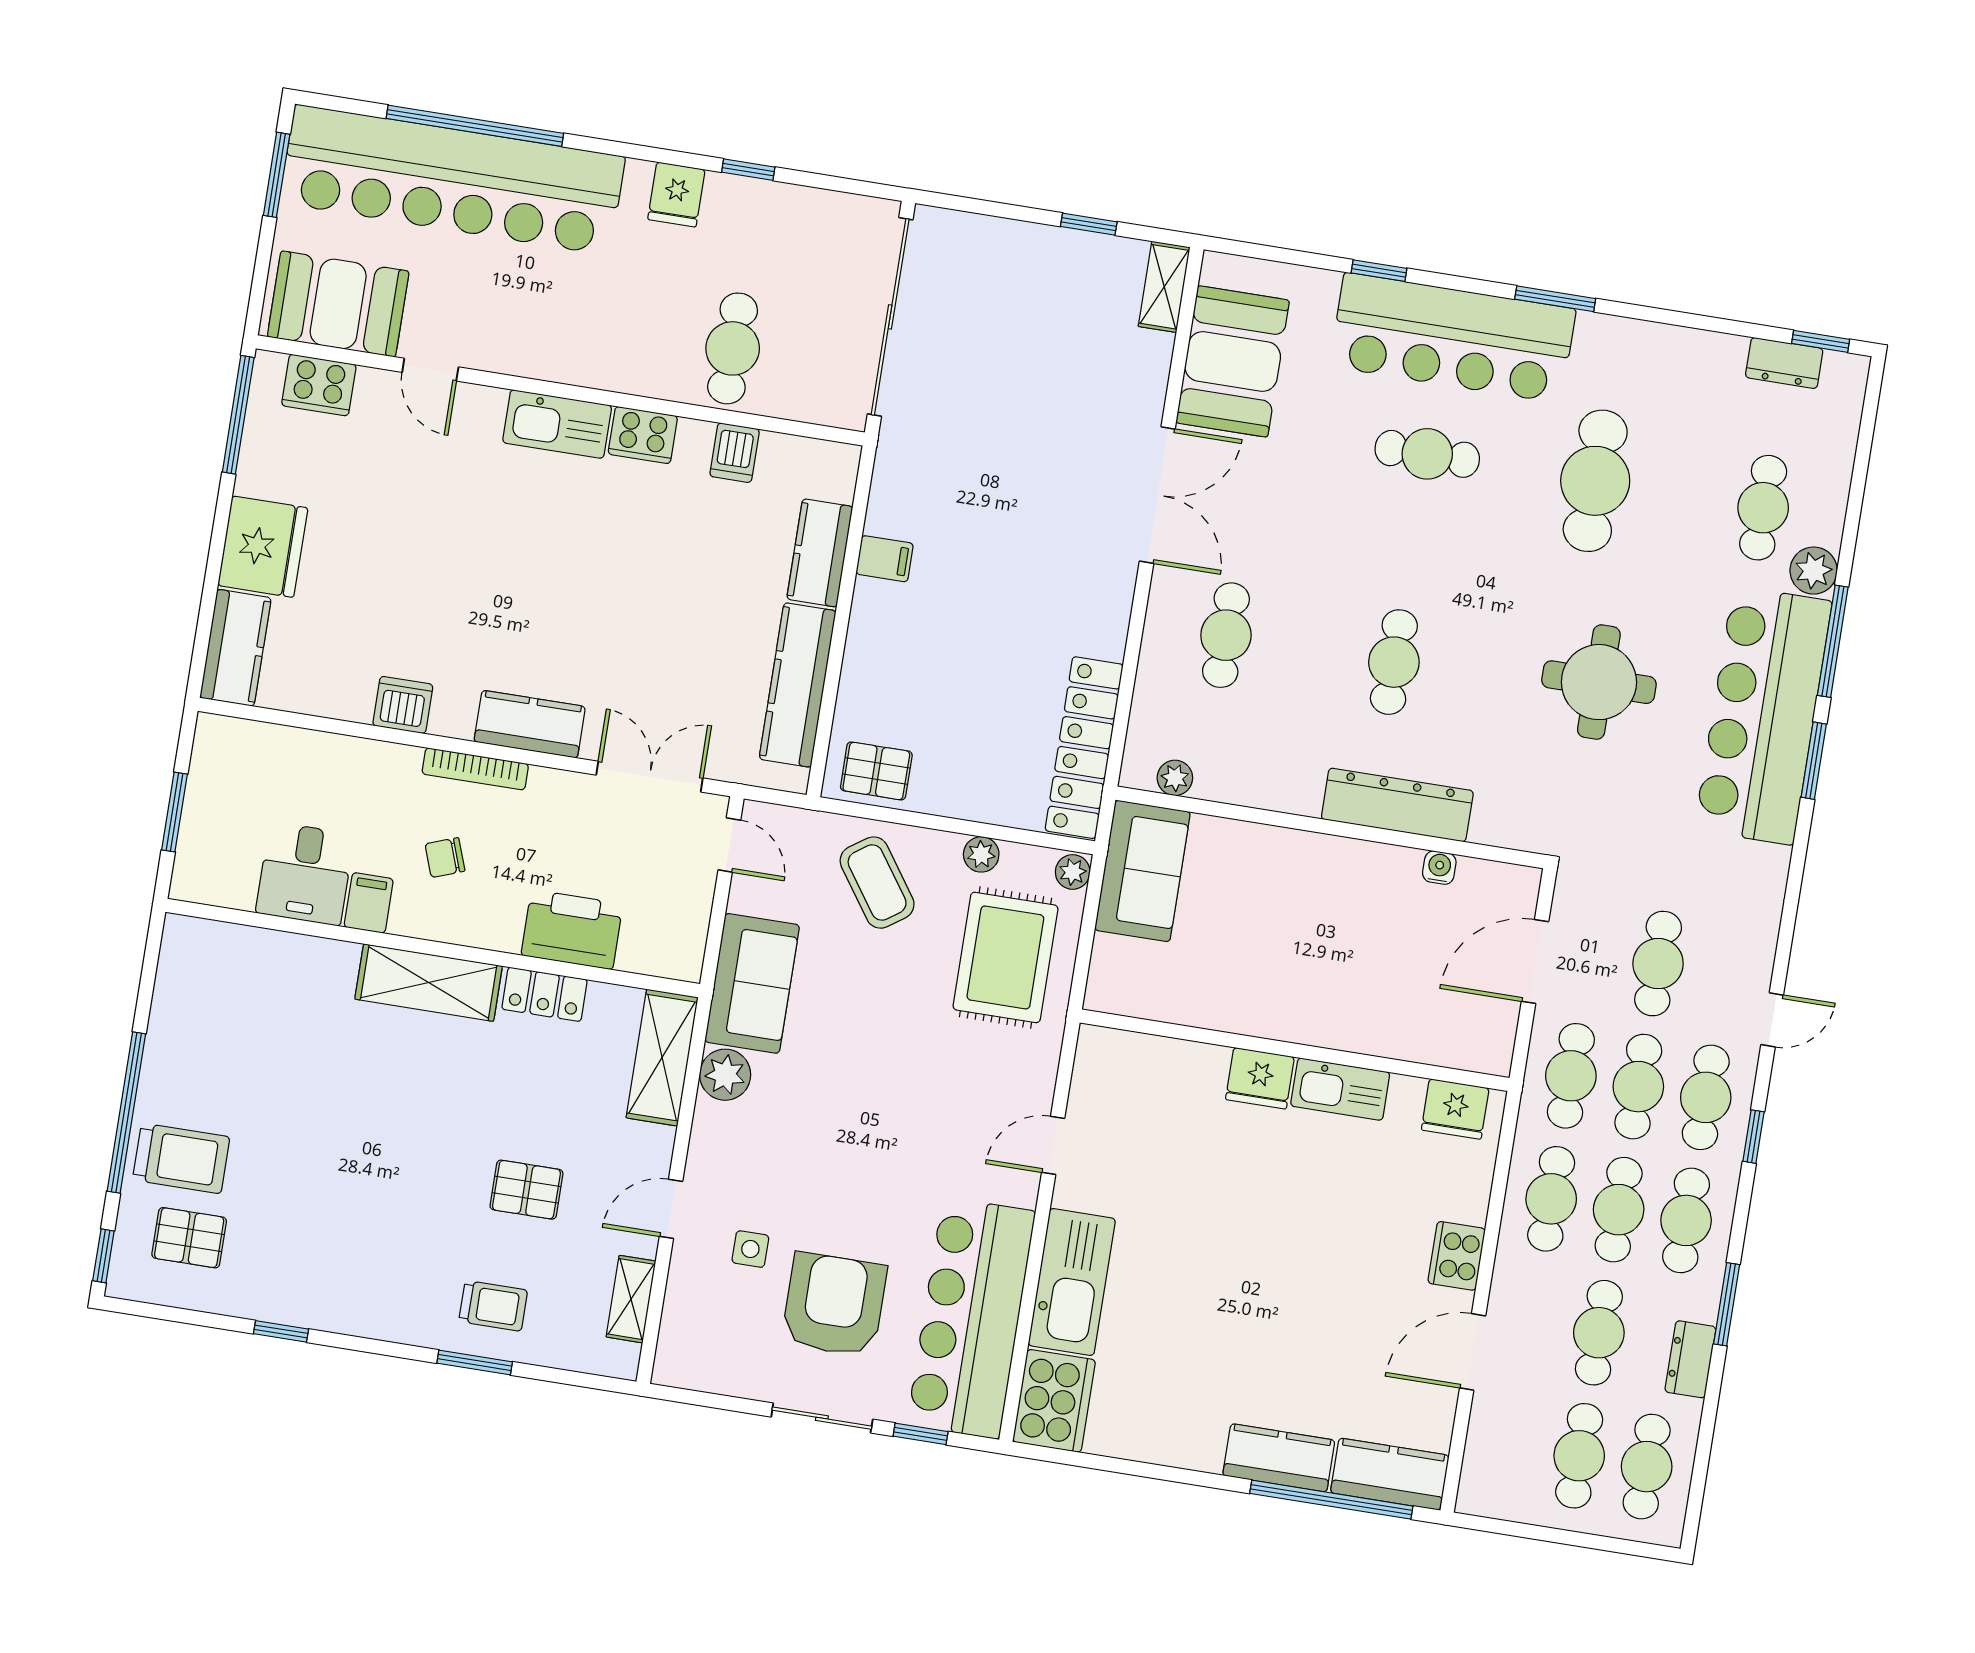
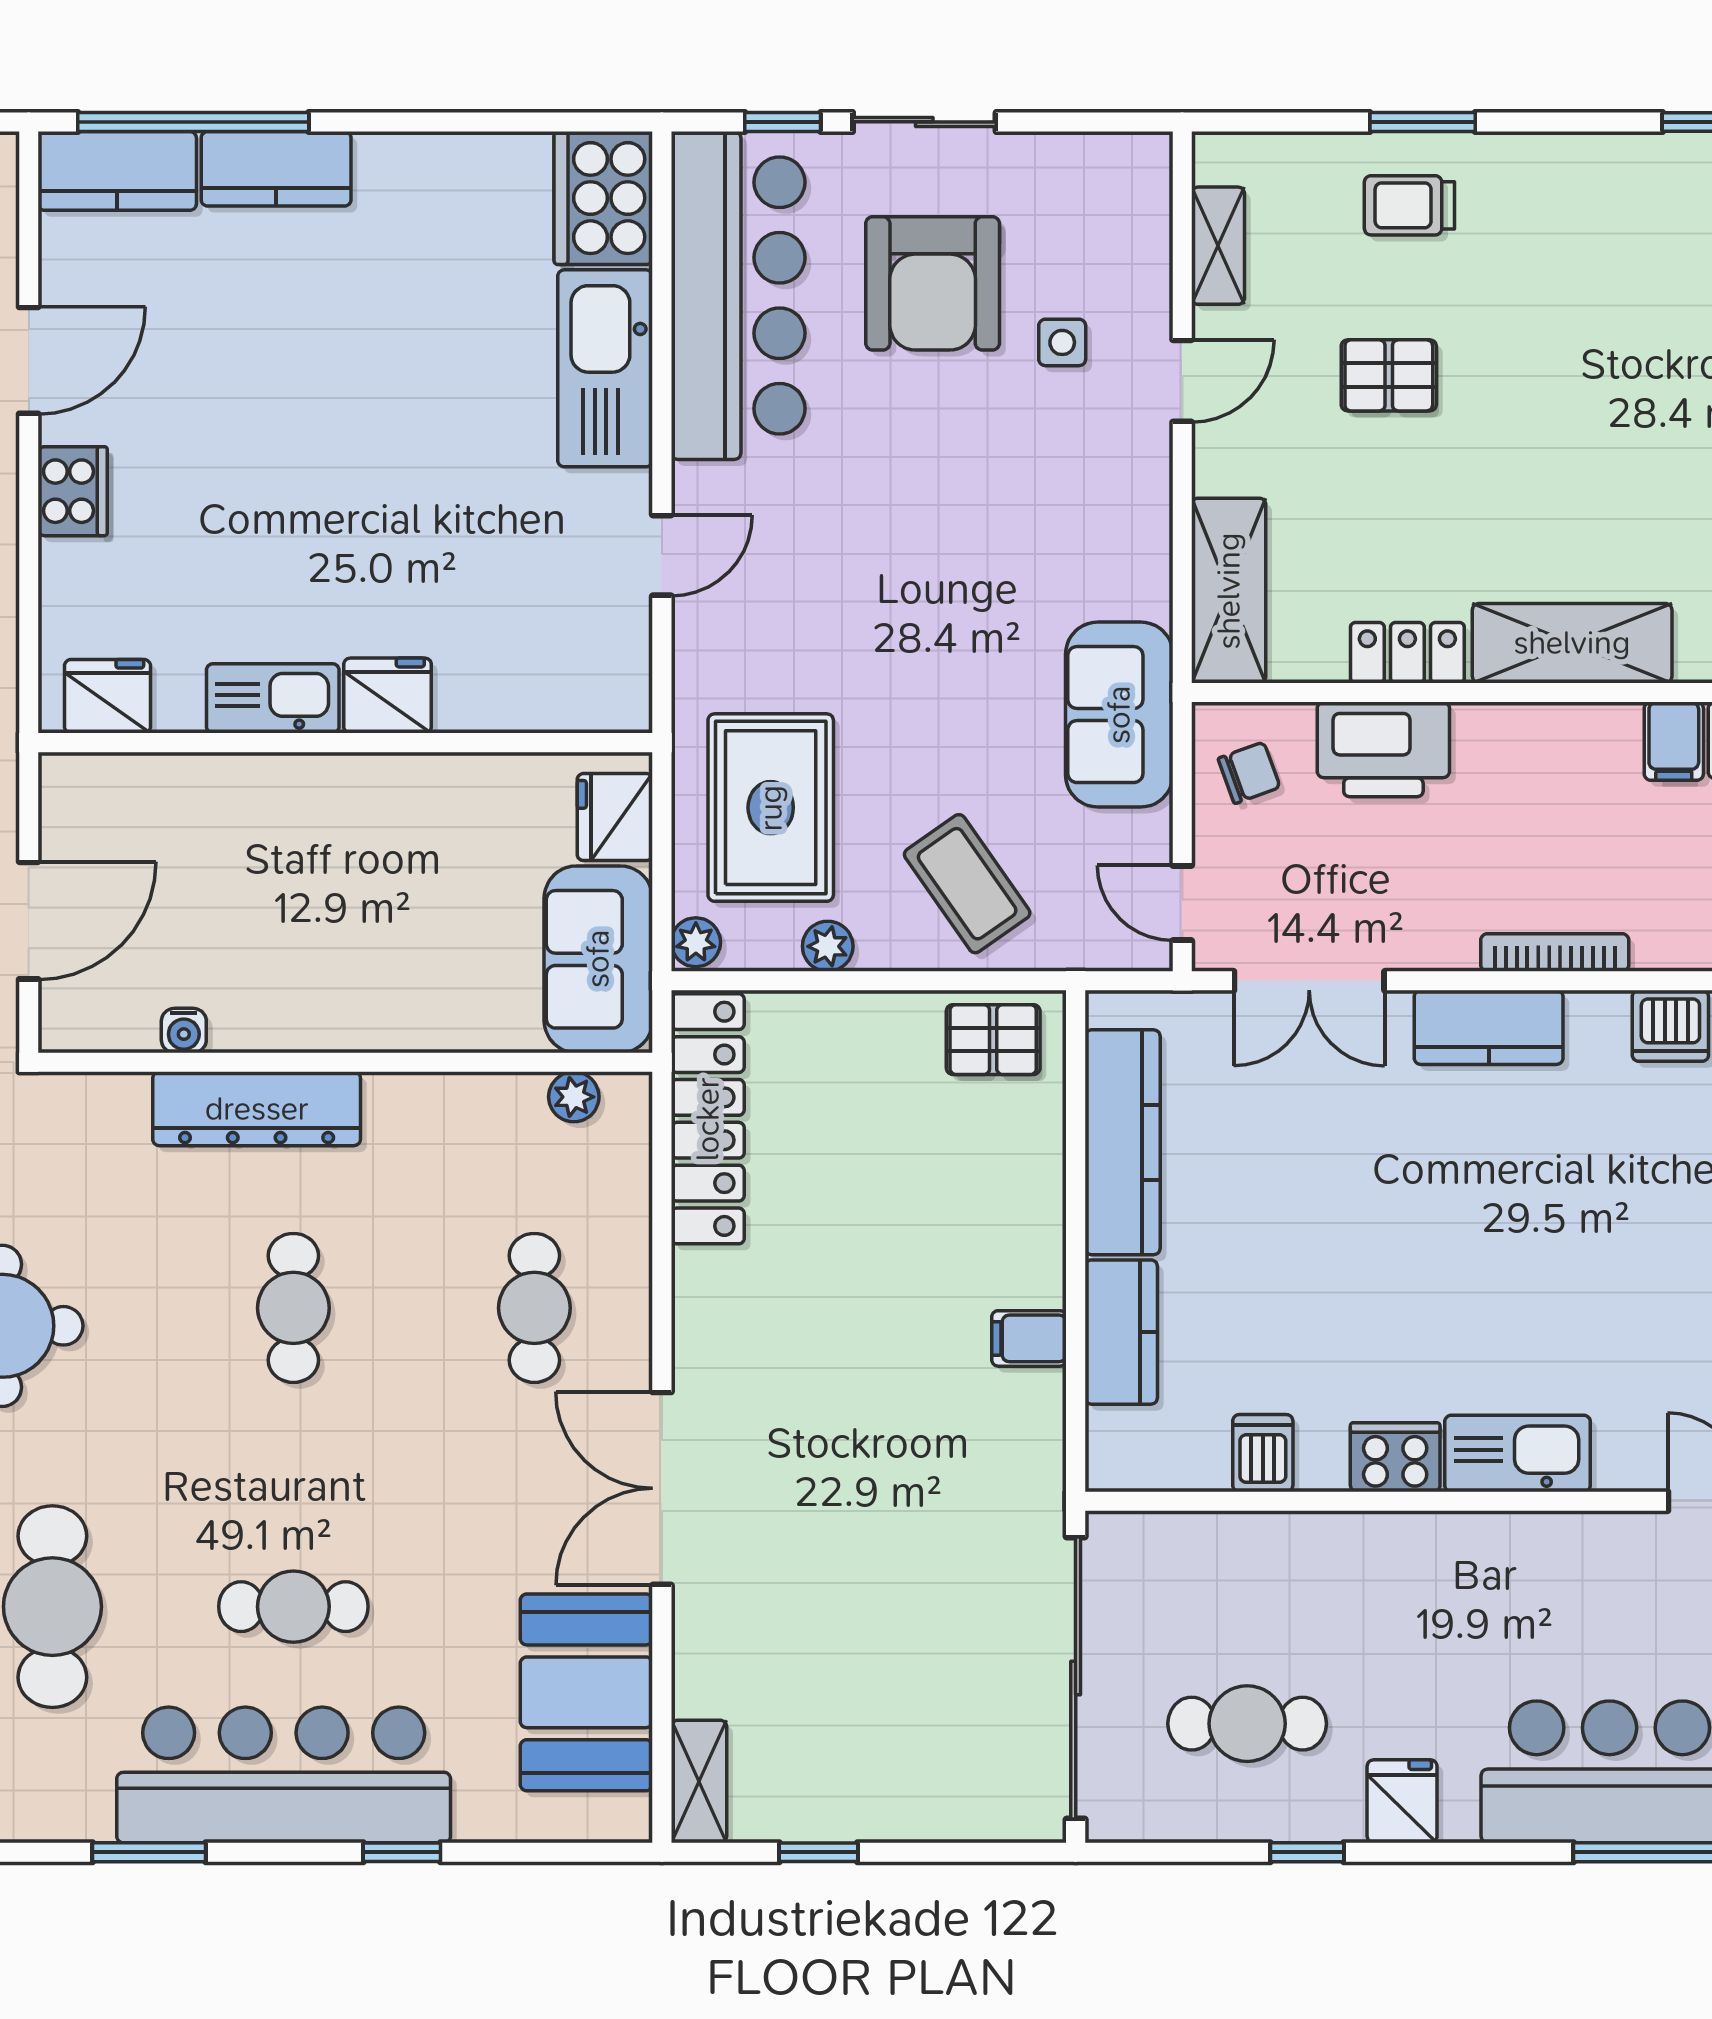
cafe table: (733, 348) -> (1247, 1724), moved, turned 90
chair: (445, 858) -> (1249, 773), moved
fridge: (1115, 968) -> (615, 817), added
plant: (725, 1075) -> (1137, 581), removed

